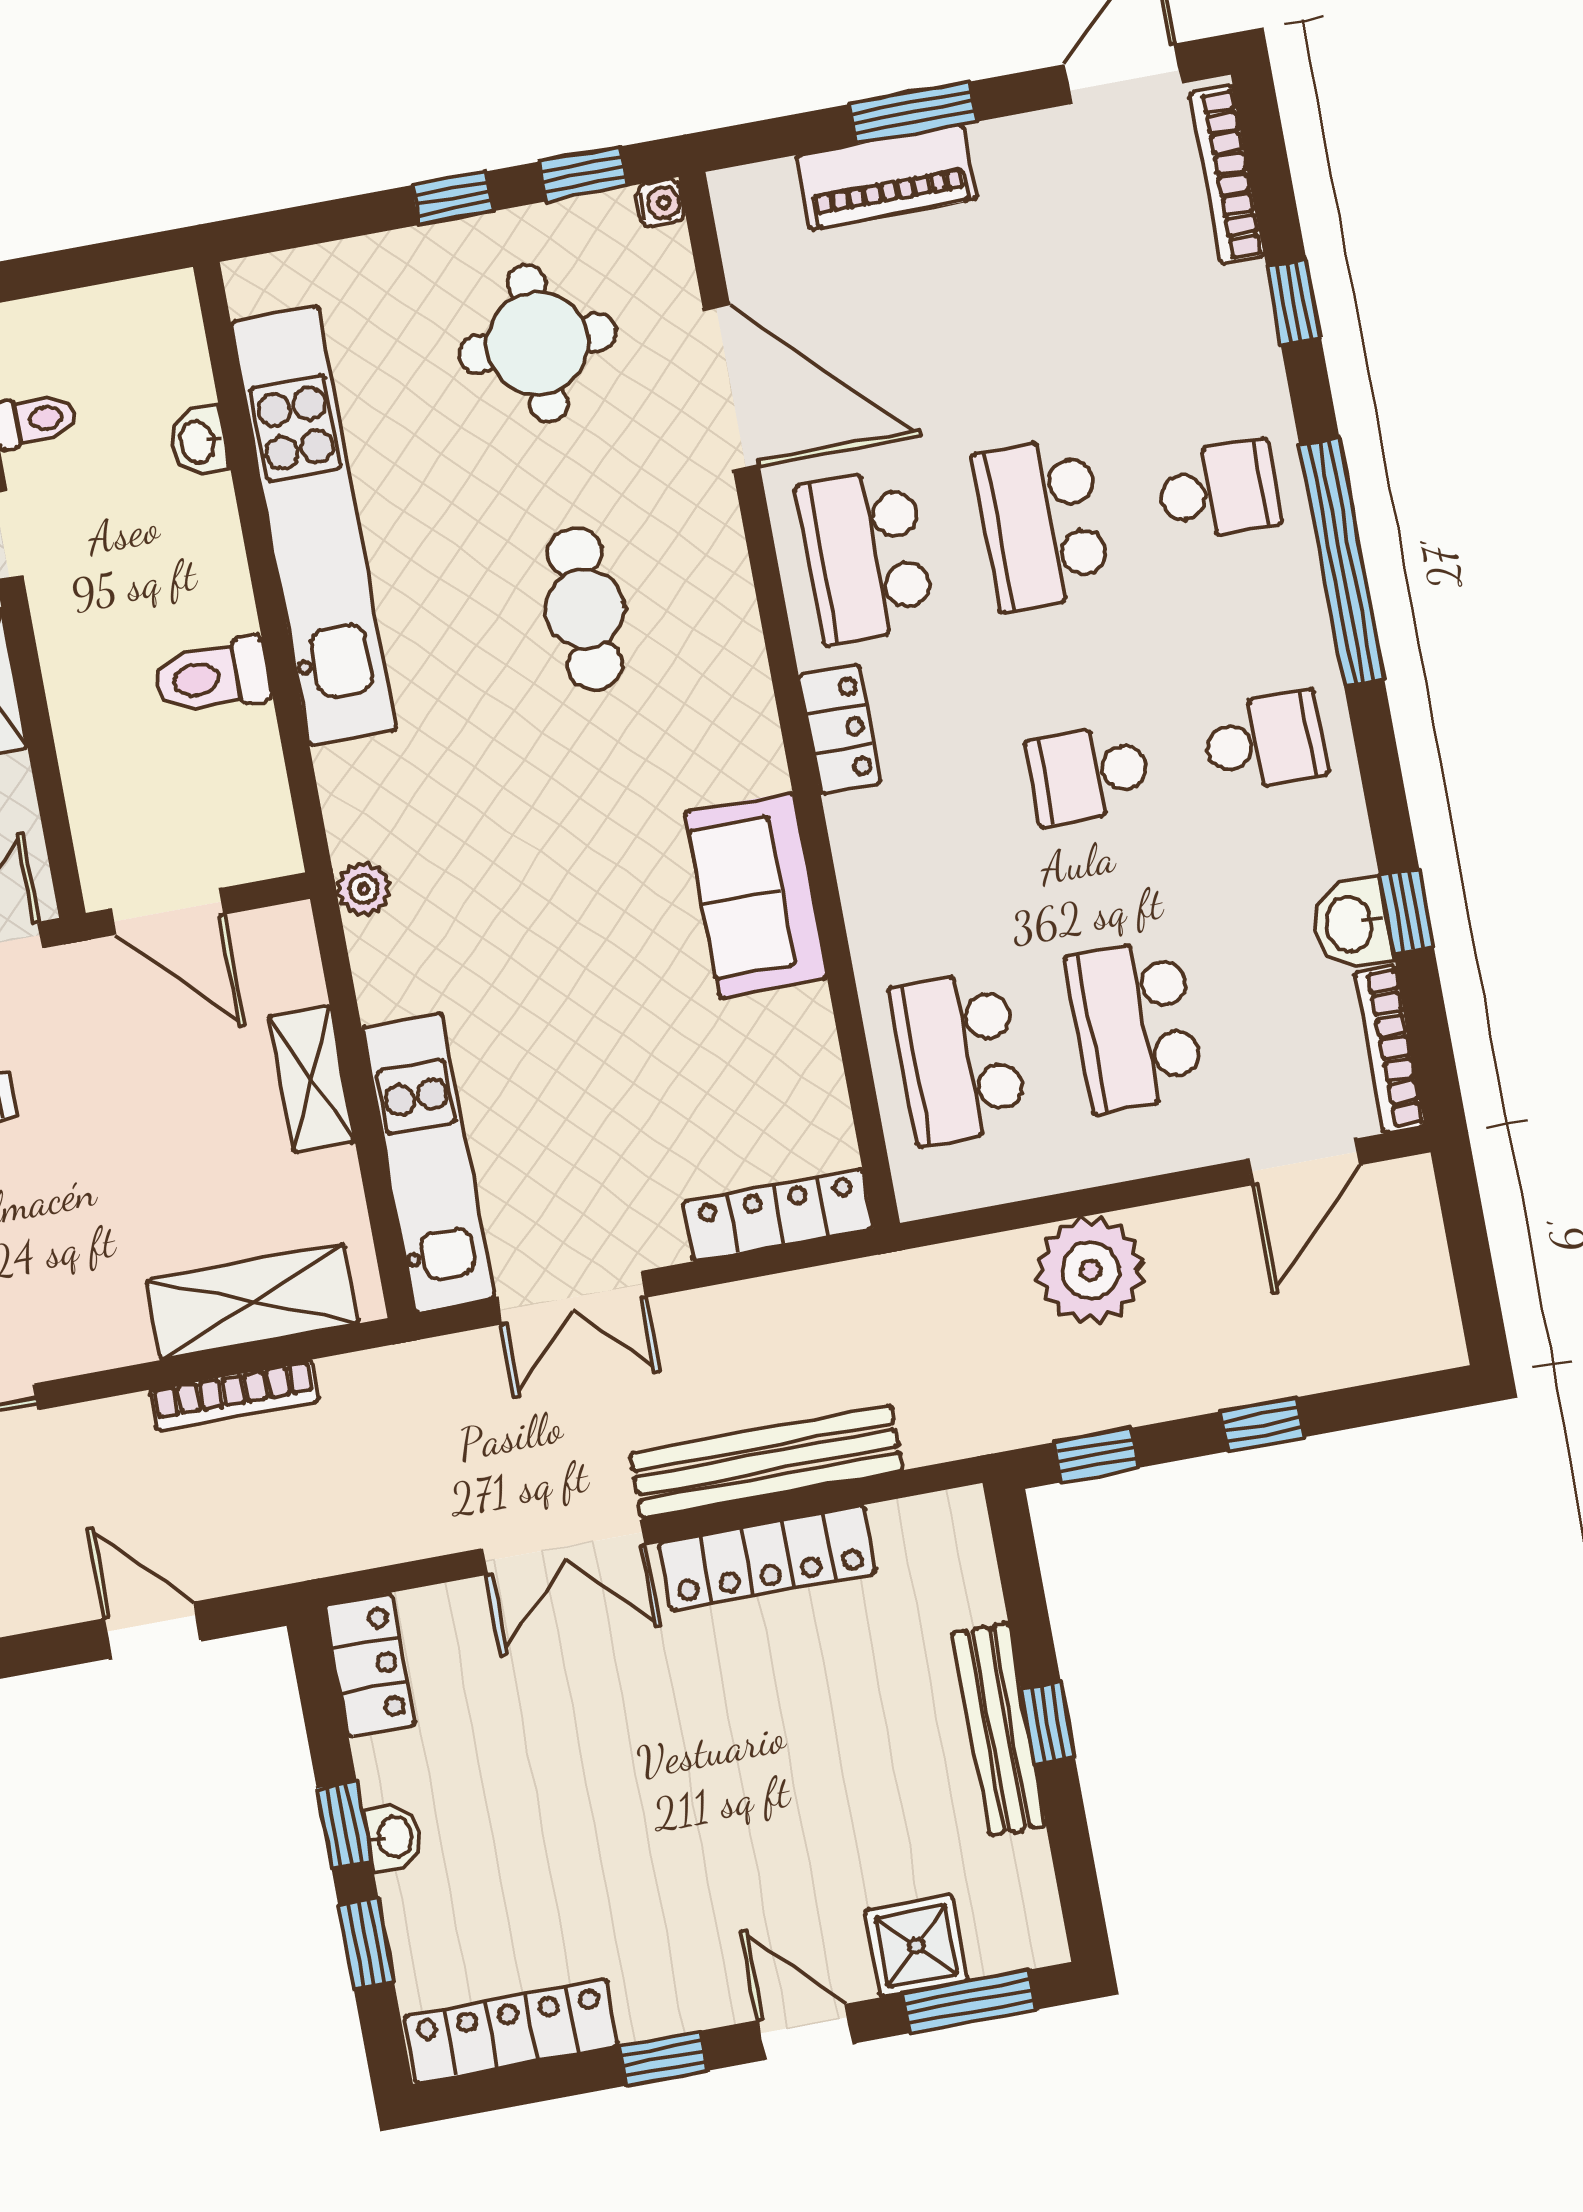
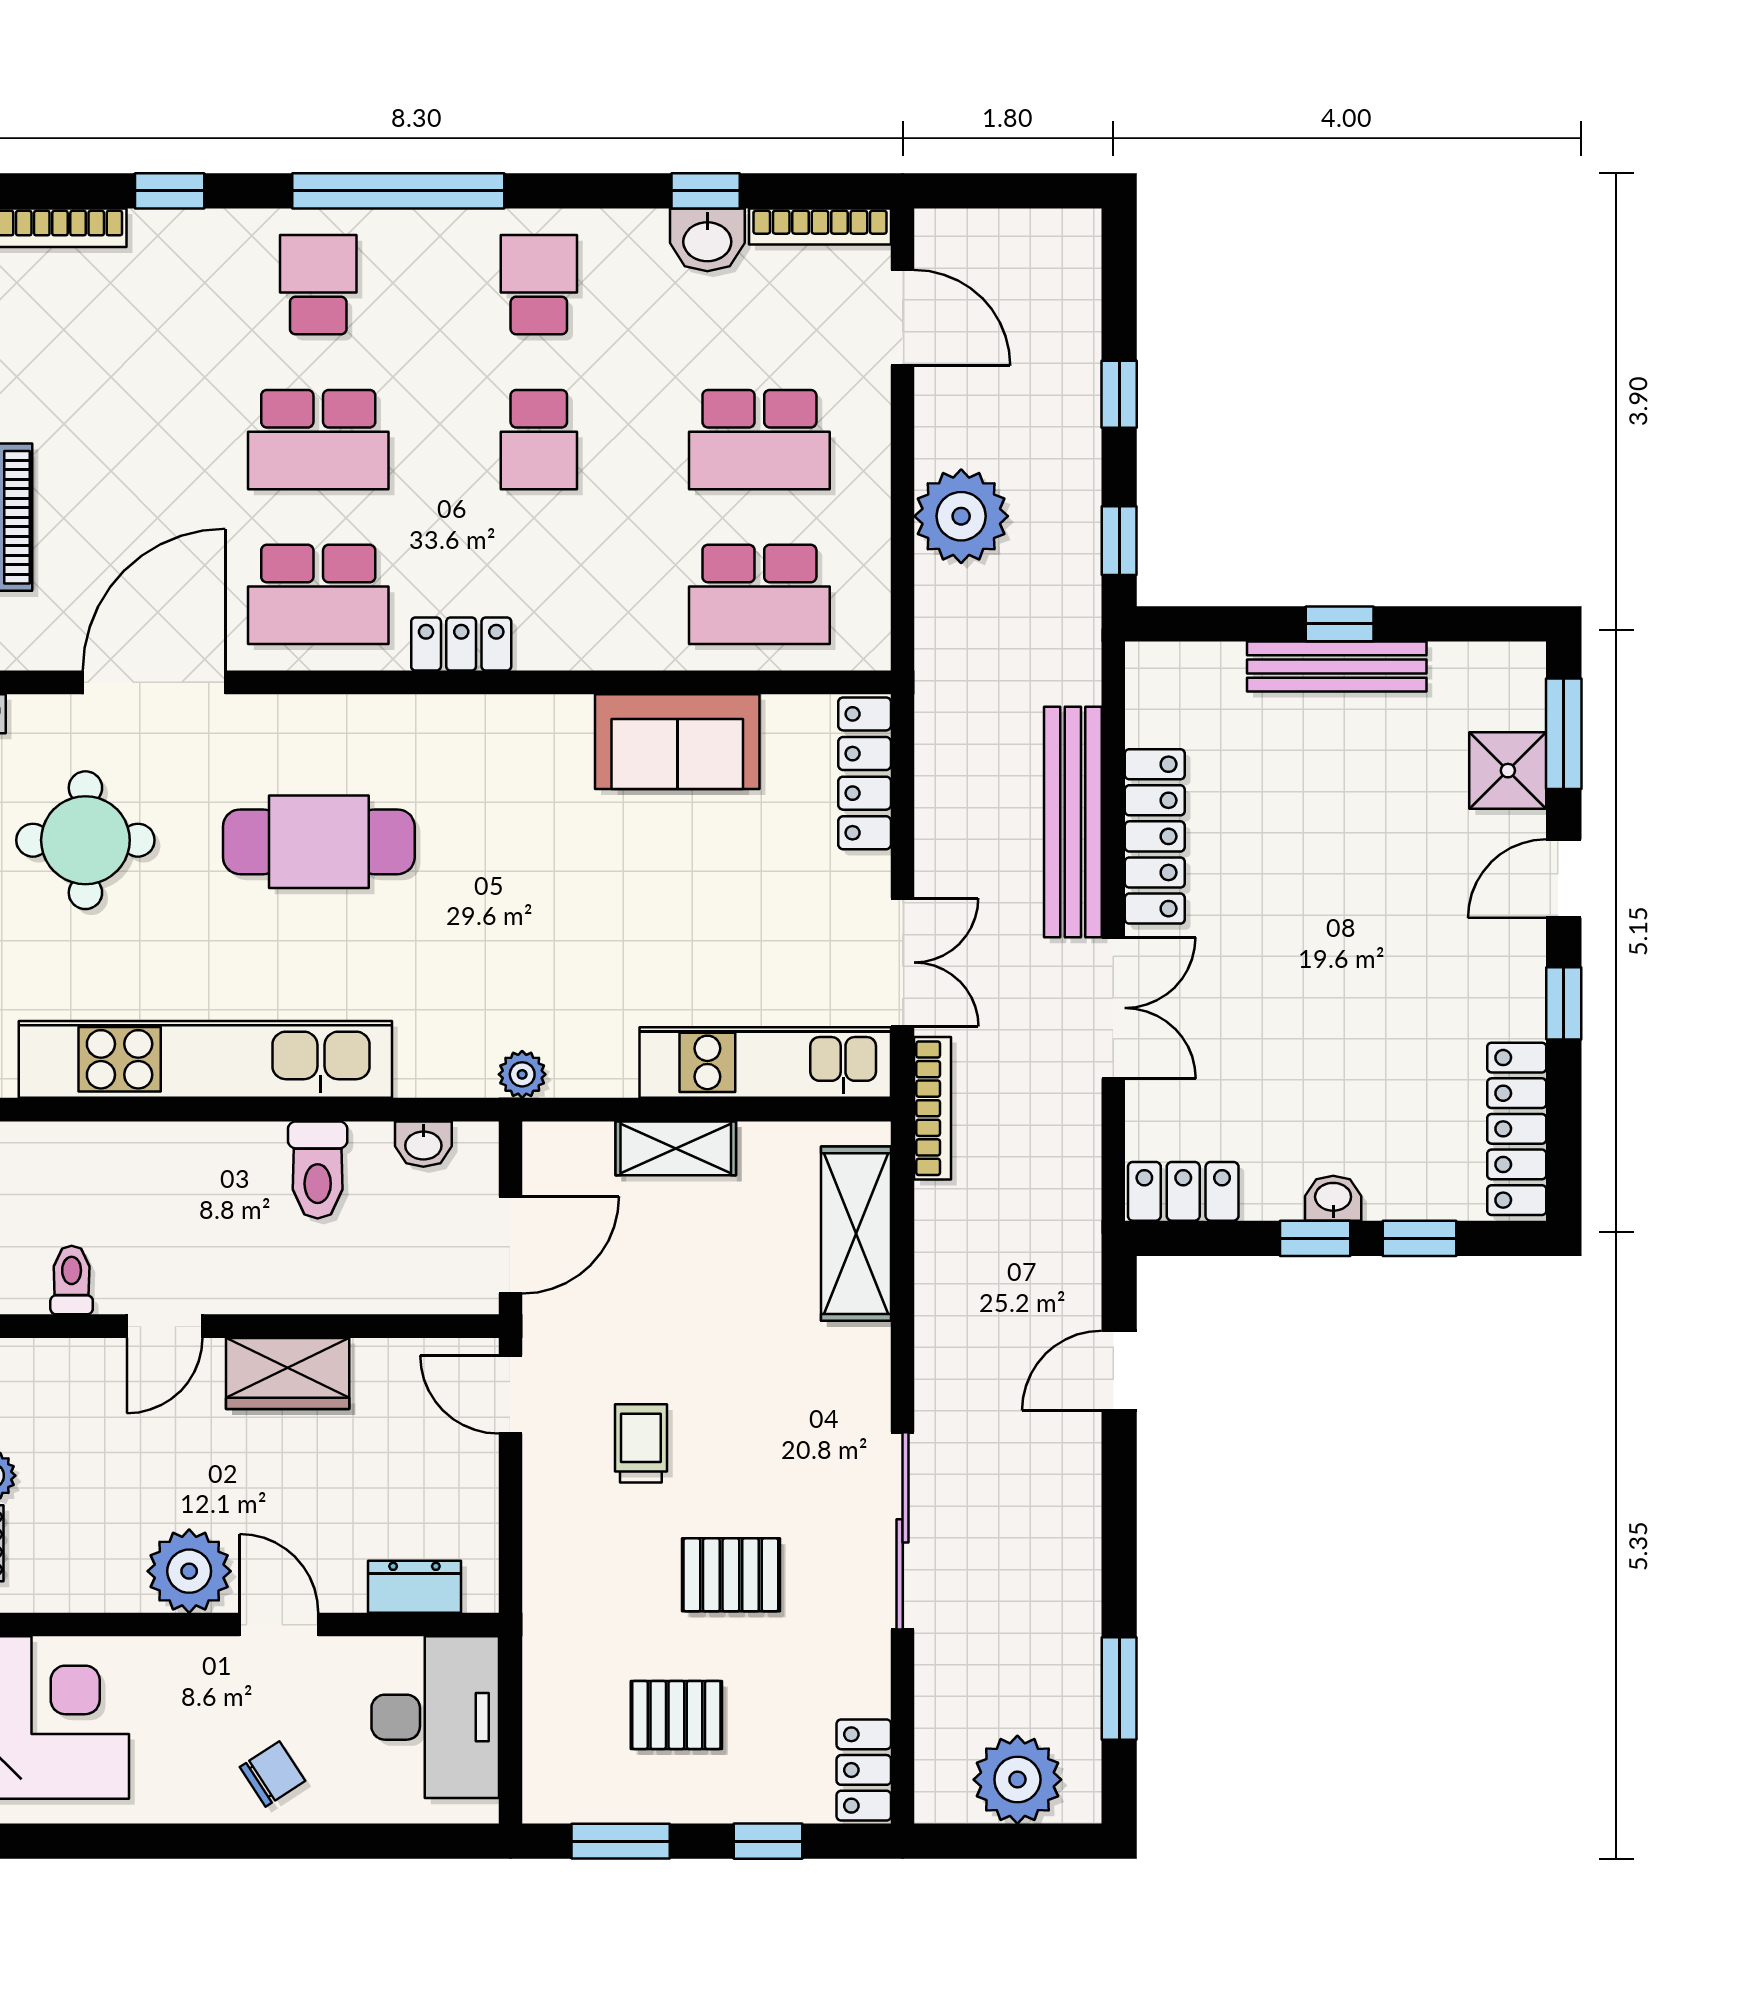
washbasin: (199, 441) -> (423, 1144), moved
cafe table: (585, 609) -> (319, 842), width x1.37, depth x1.35
sofa: (756, 895) -> (677, 742), moved
bookcase: (234, 1395) -> (933, 1108), moved

